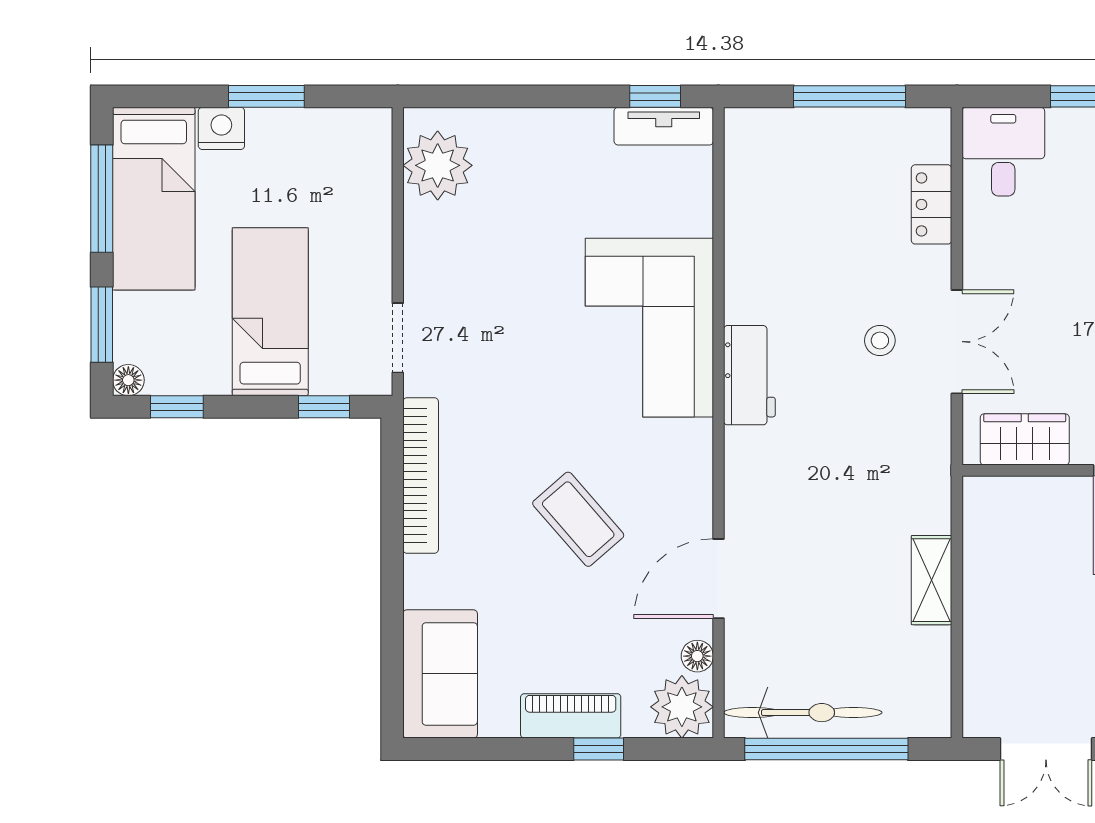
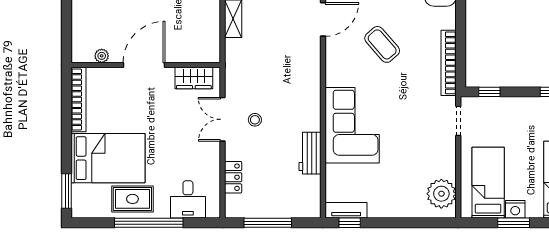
nightstand: (221, 128) -> (515, 209), moved
desk: (1003, 152) -> (188, 199), moved
bed: (270, 312) -> (488, 183), moved, turned 180
workbench: (749, 375) -> (310, 153), moved

